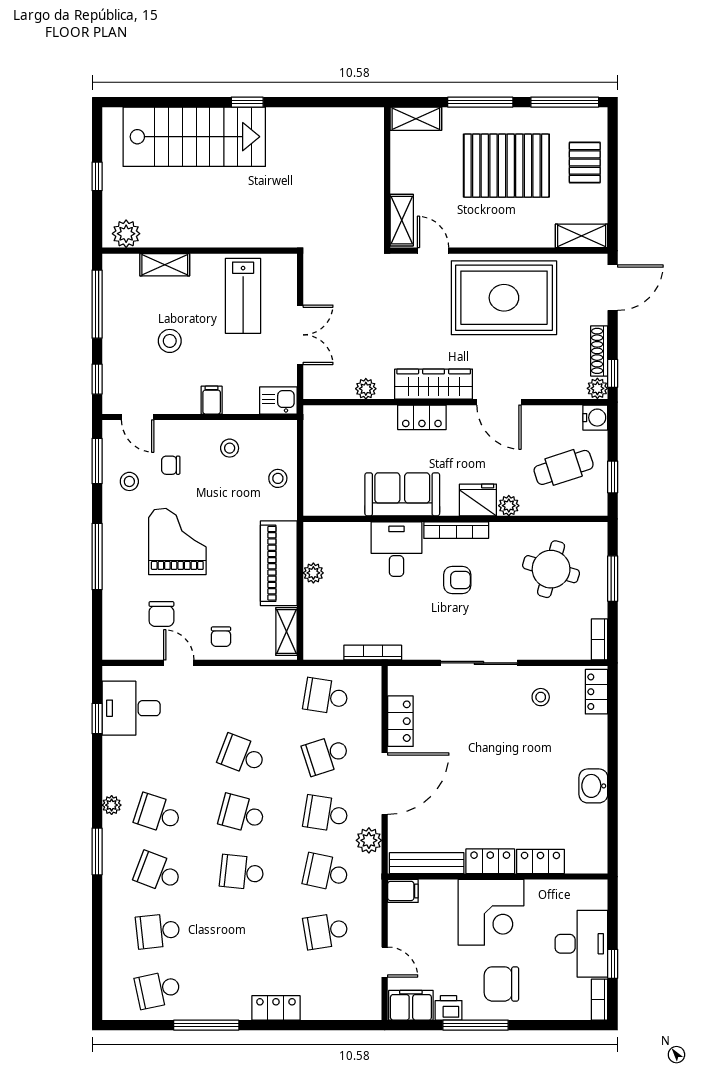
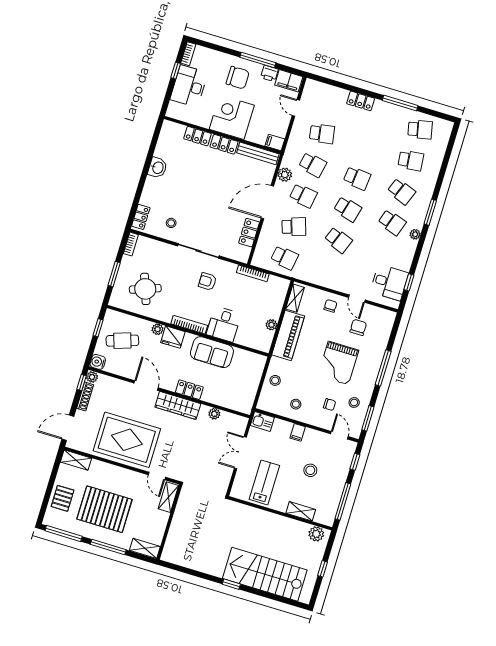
round table: (551, 569) -> (145, 289), turned -36
armchair: (457, 580) -> (207, 281), moved

